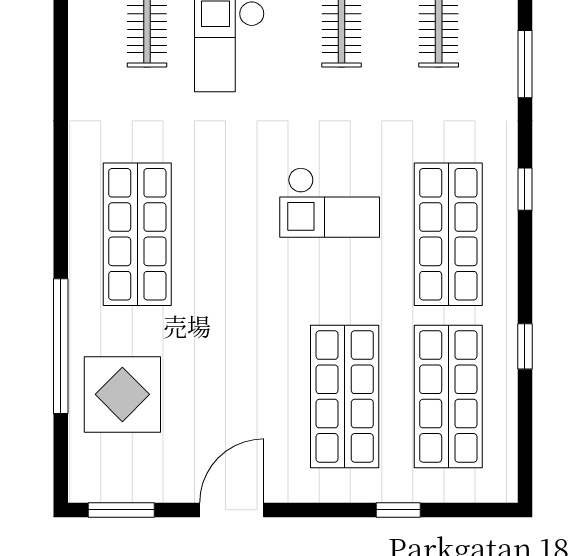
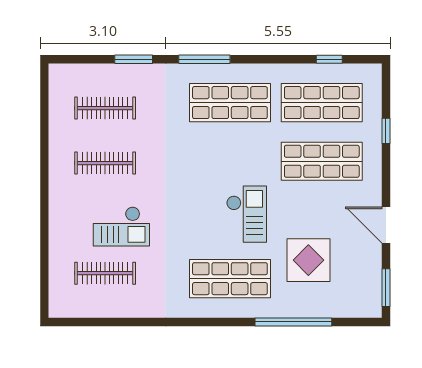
window: (525, 189) -> (204, 59), width x2.17
checkout: (330, 202) -> (246, 214), moved
window: (525, 346) -> (329, 59), moved
display table: (122, 394) -> (308, 260), moved

